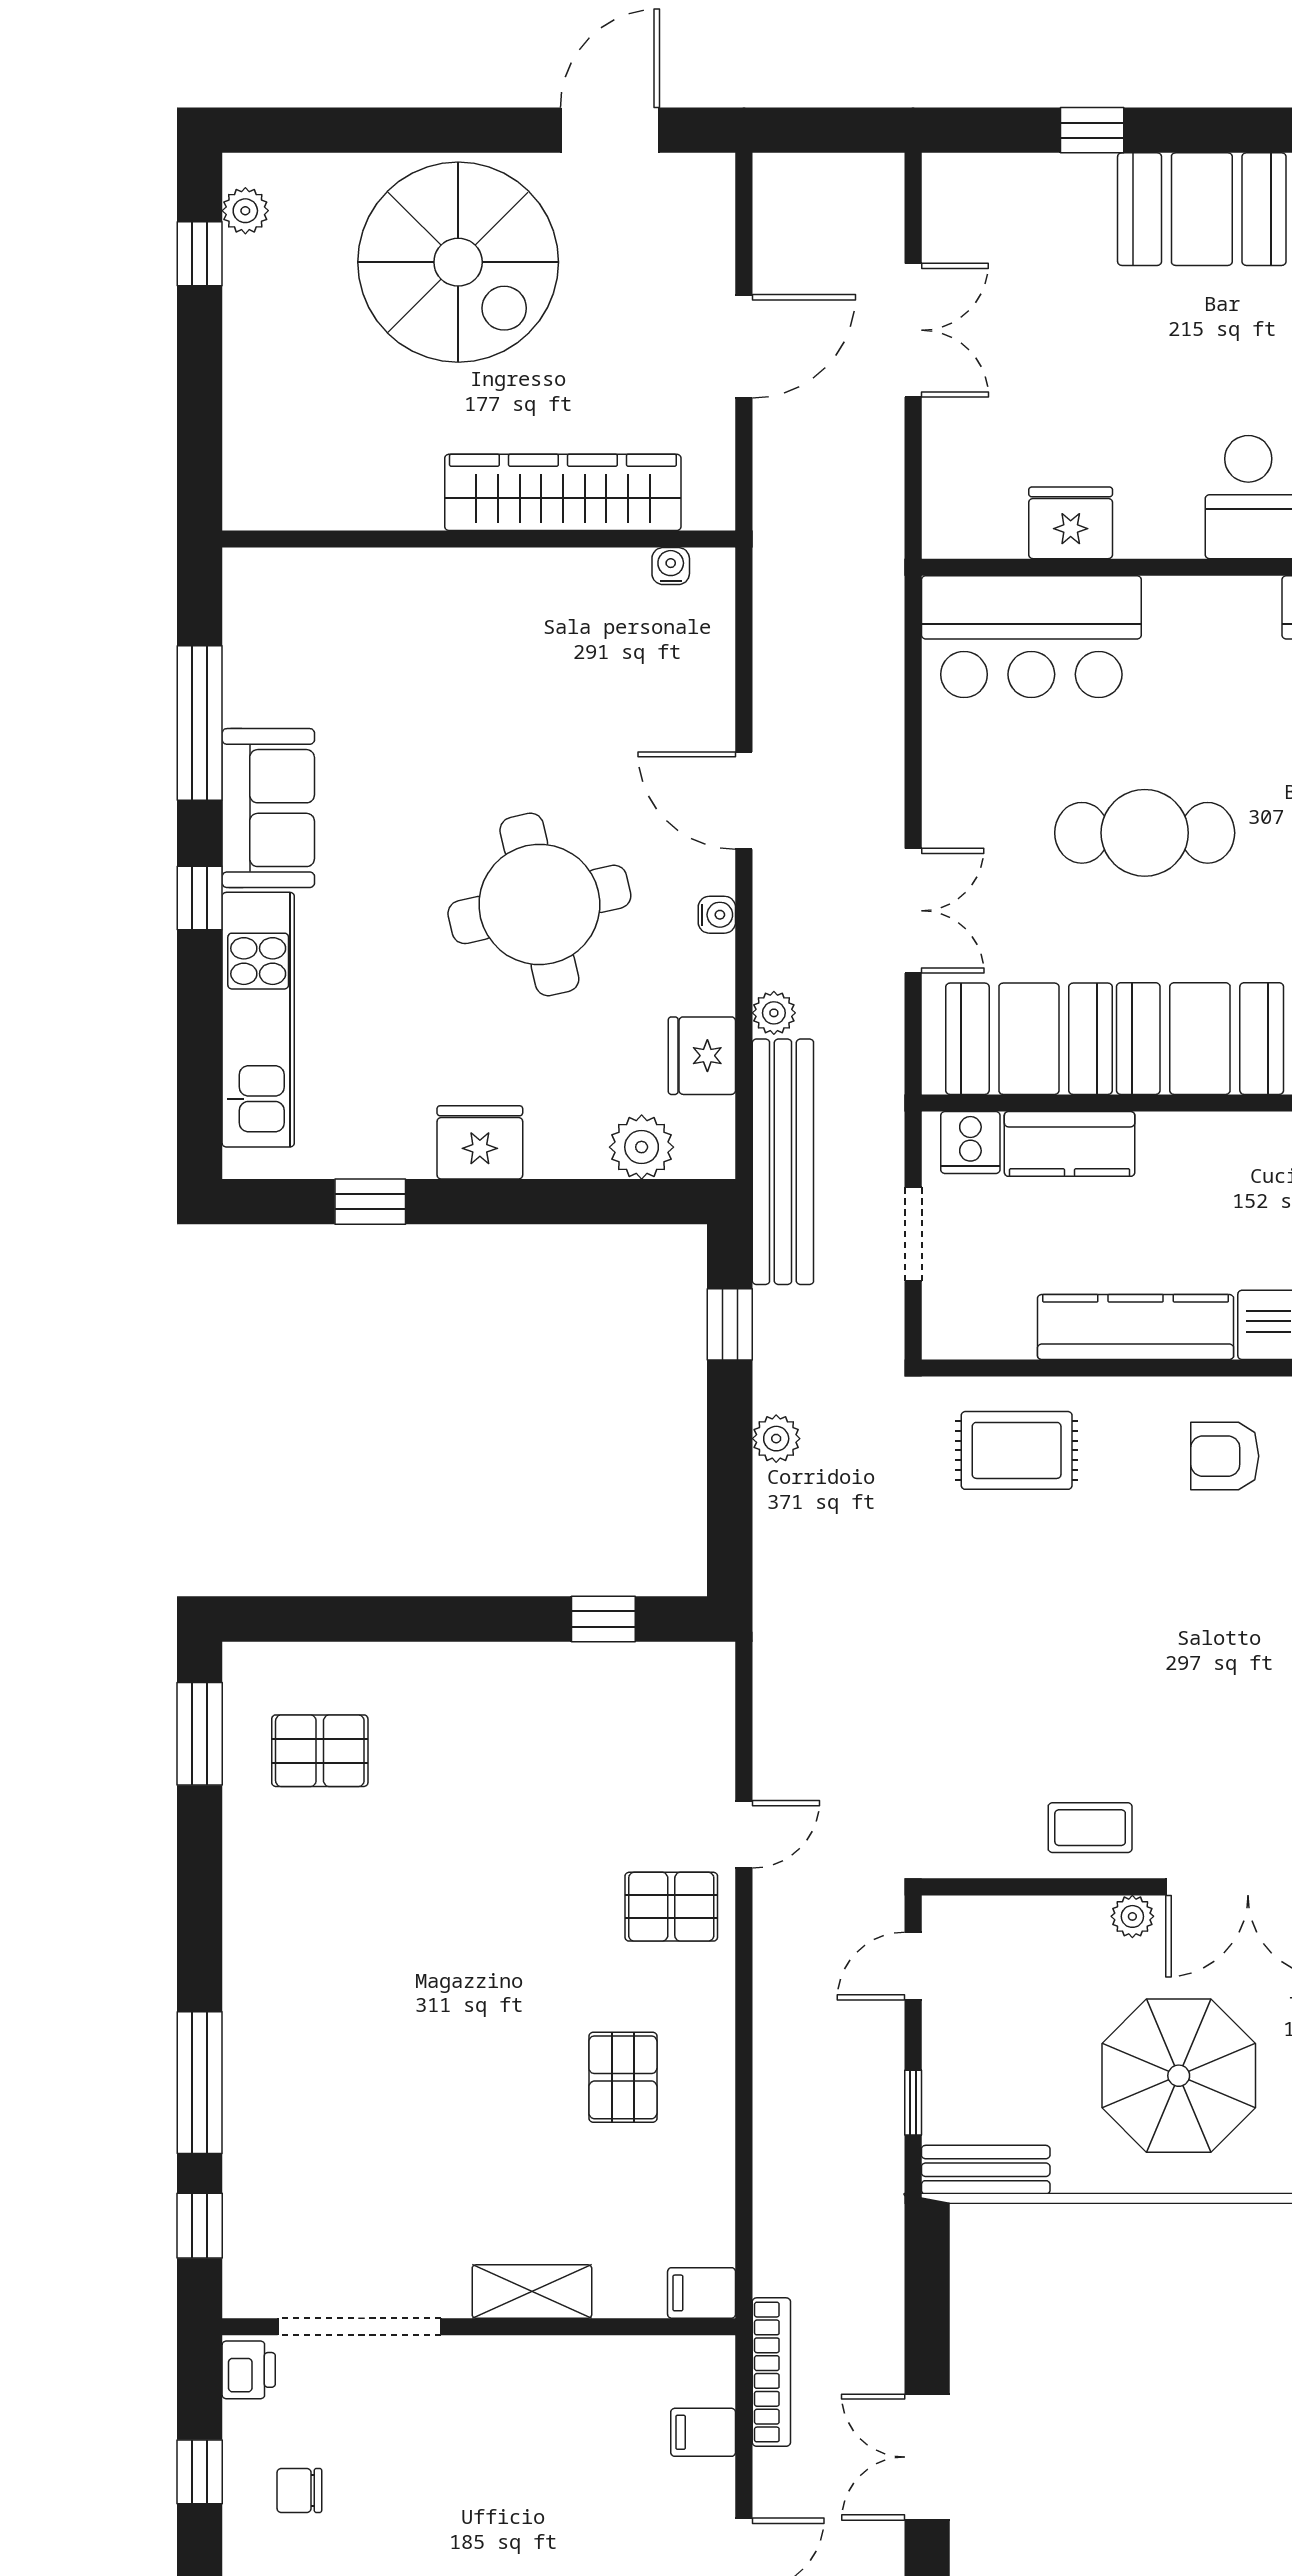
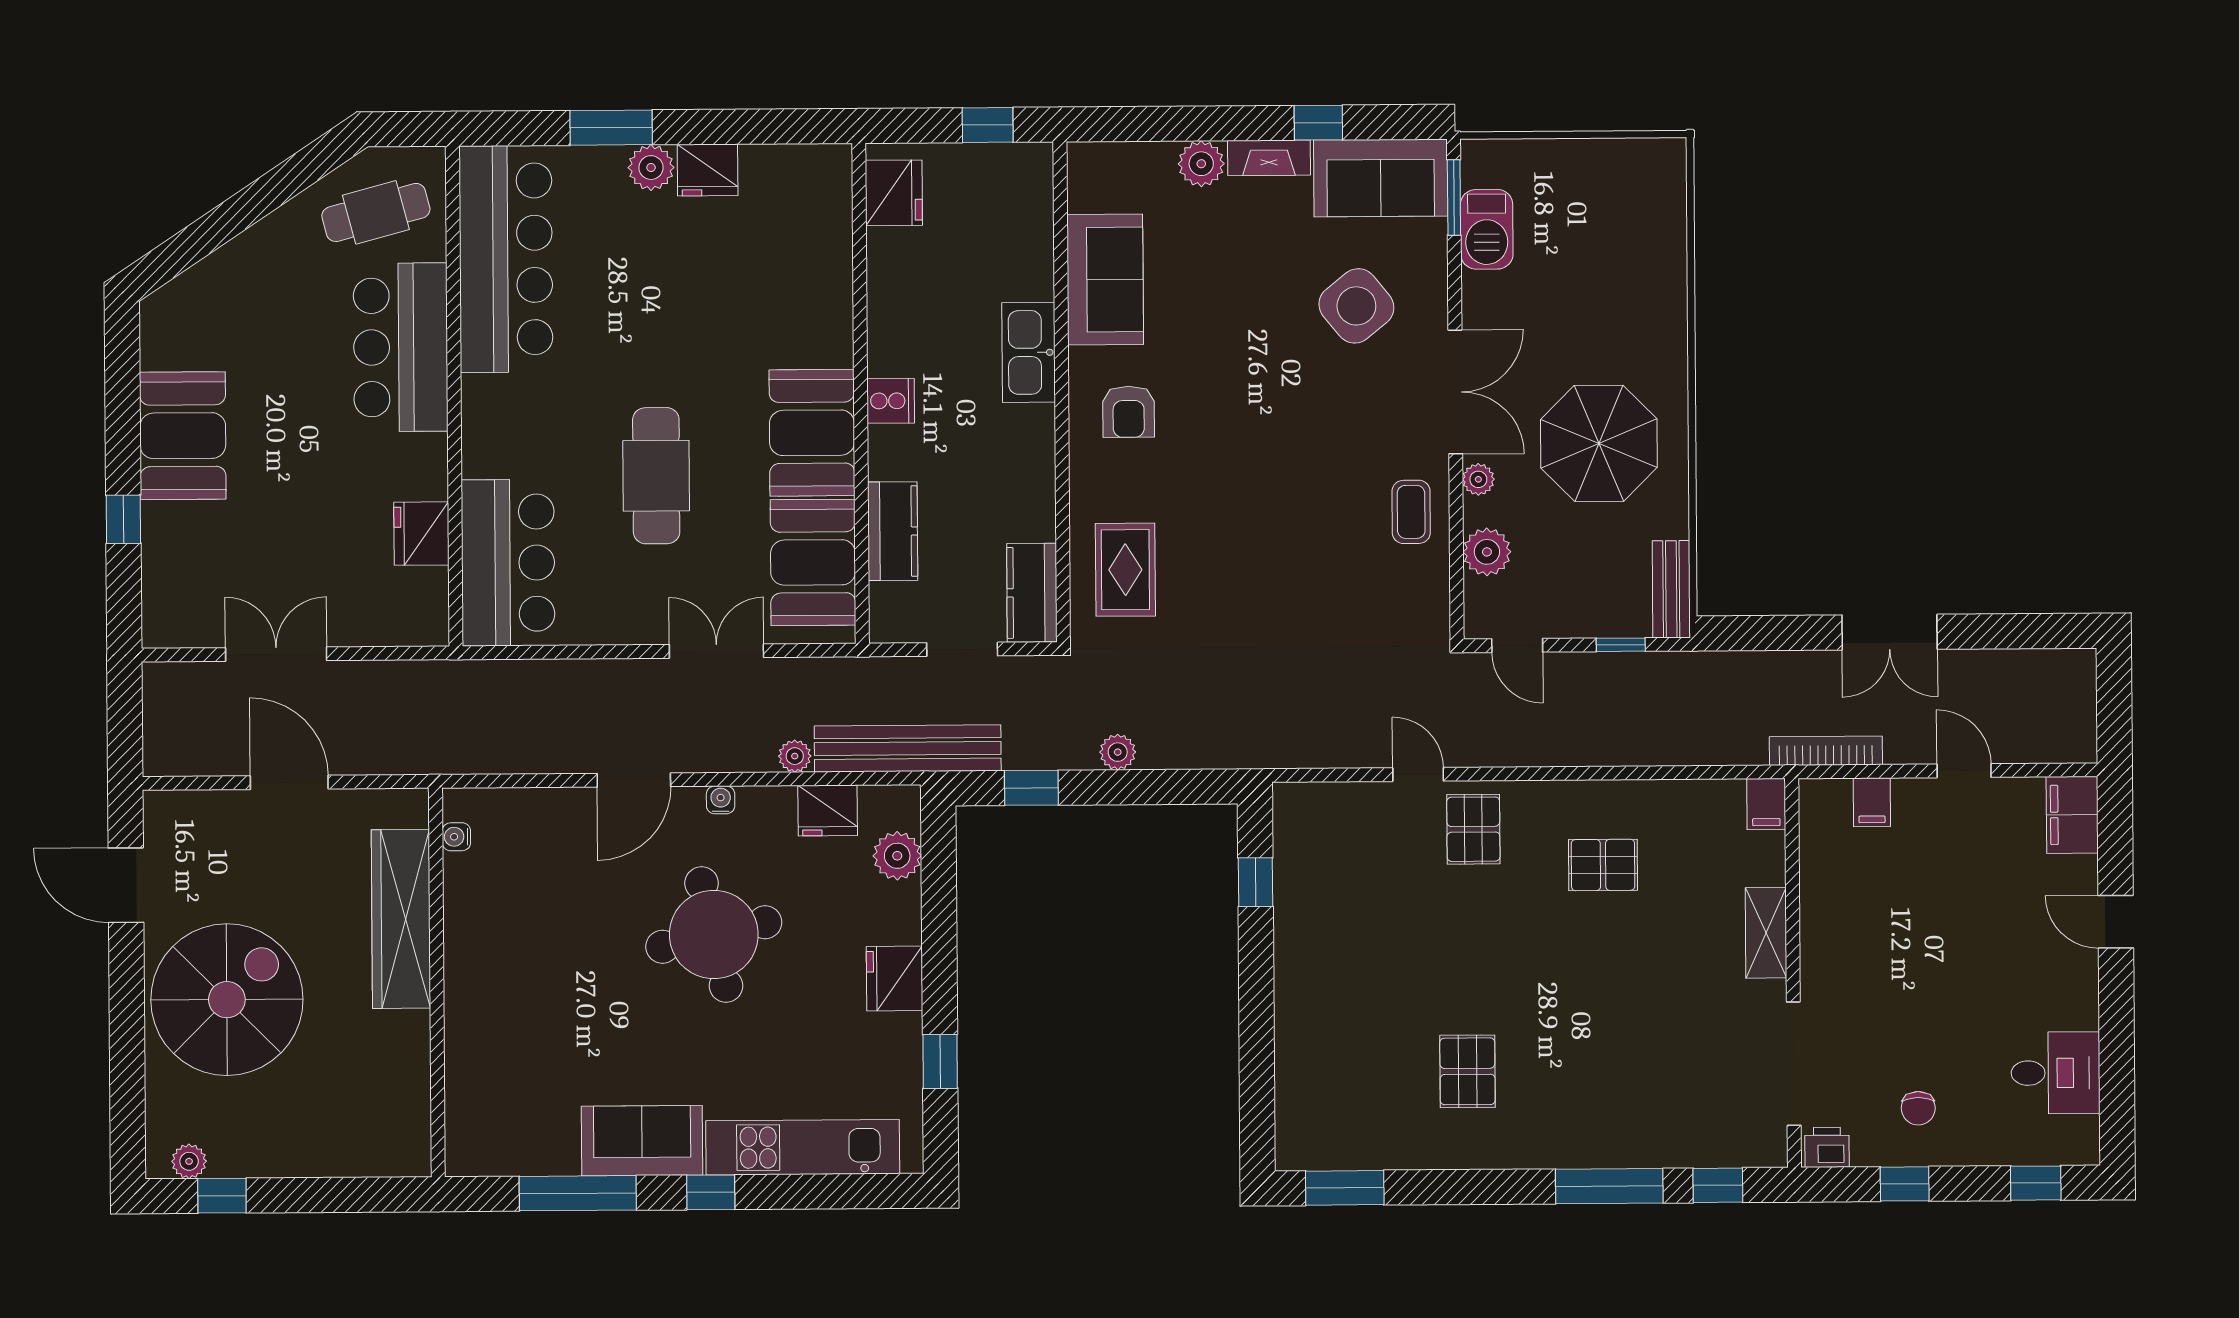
cooker: (970, 1143) -> (891, 401), moved
kitchen counter: (1136, 1327) -> (1032, 593), moved, width x0.67
pallet: (320, 1751) -> (1467, 1071), moved
plant: (1037, 1927) -> (1487, 552), added

